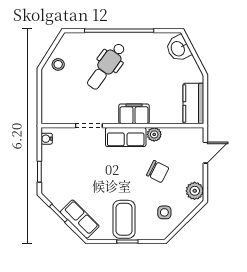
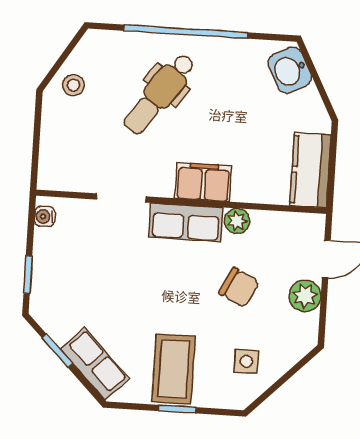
plant: (195, 191) -> (305, 296), moved

